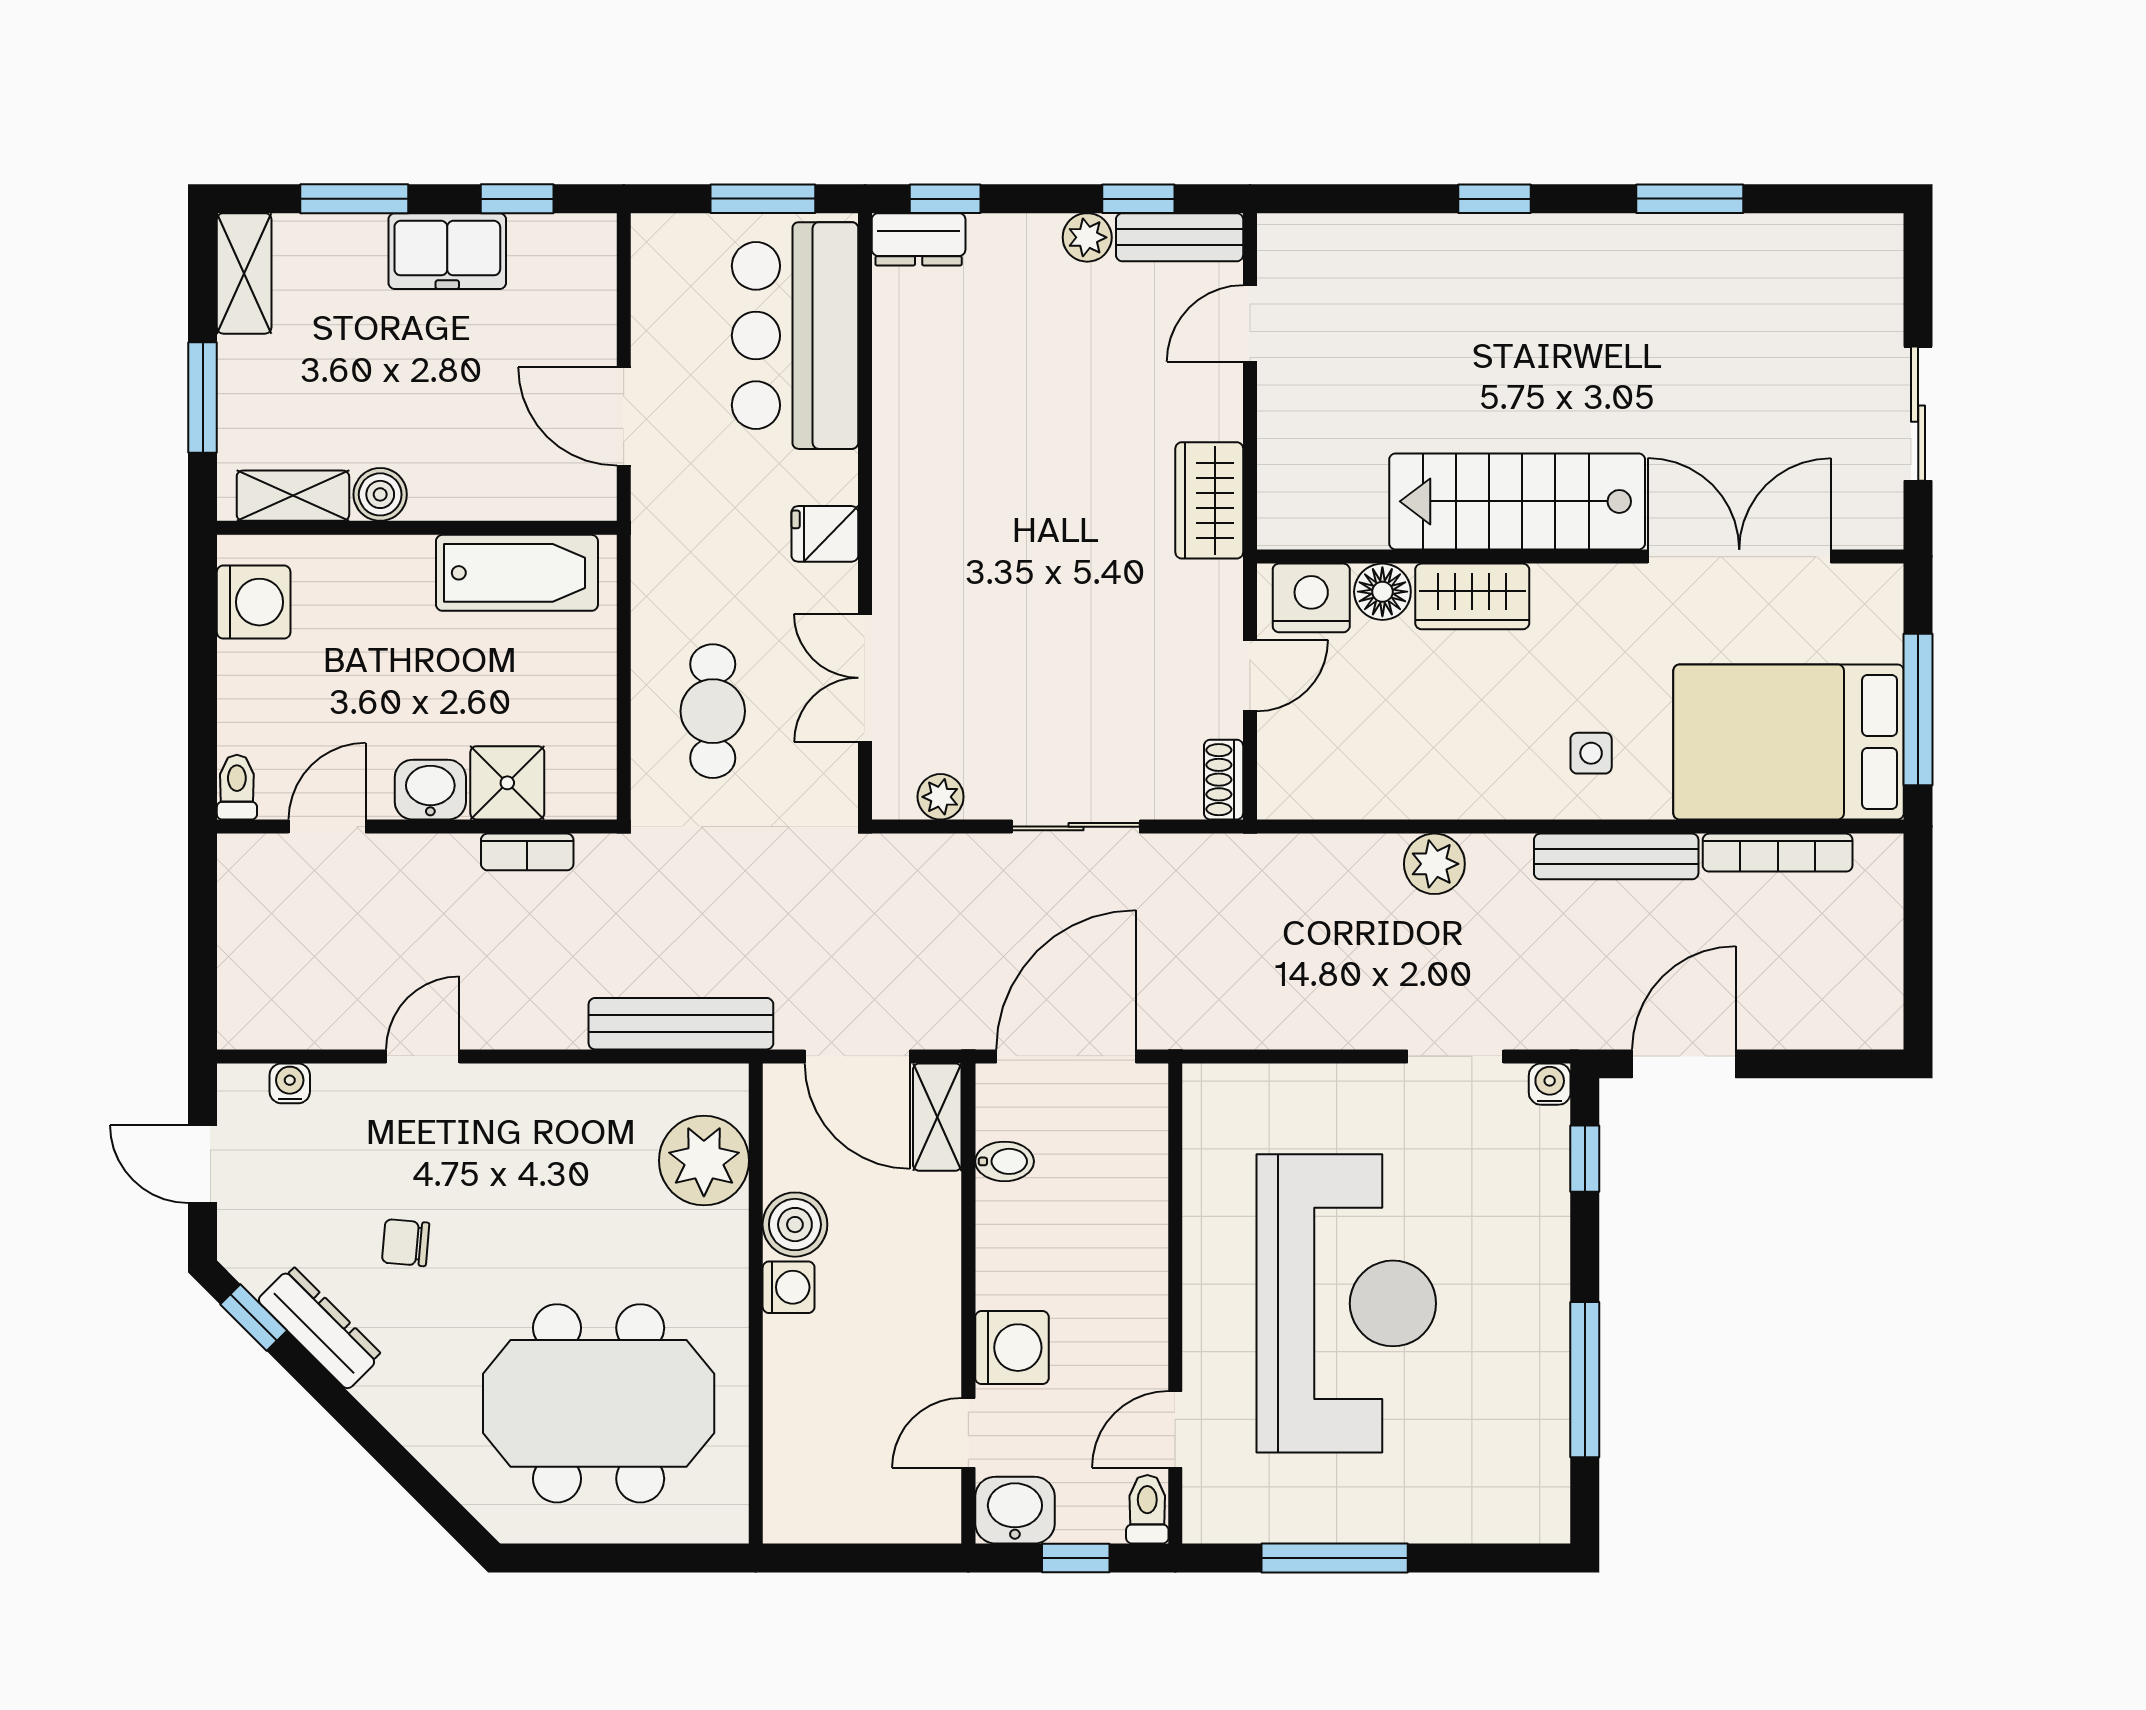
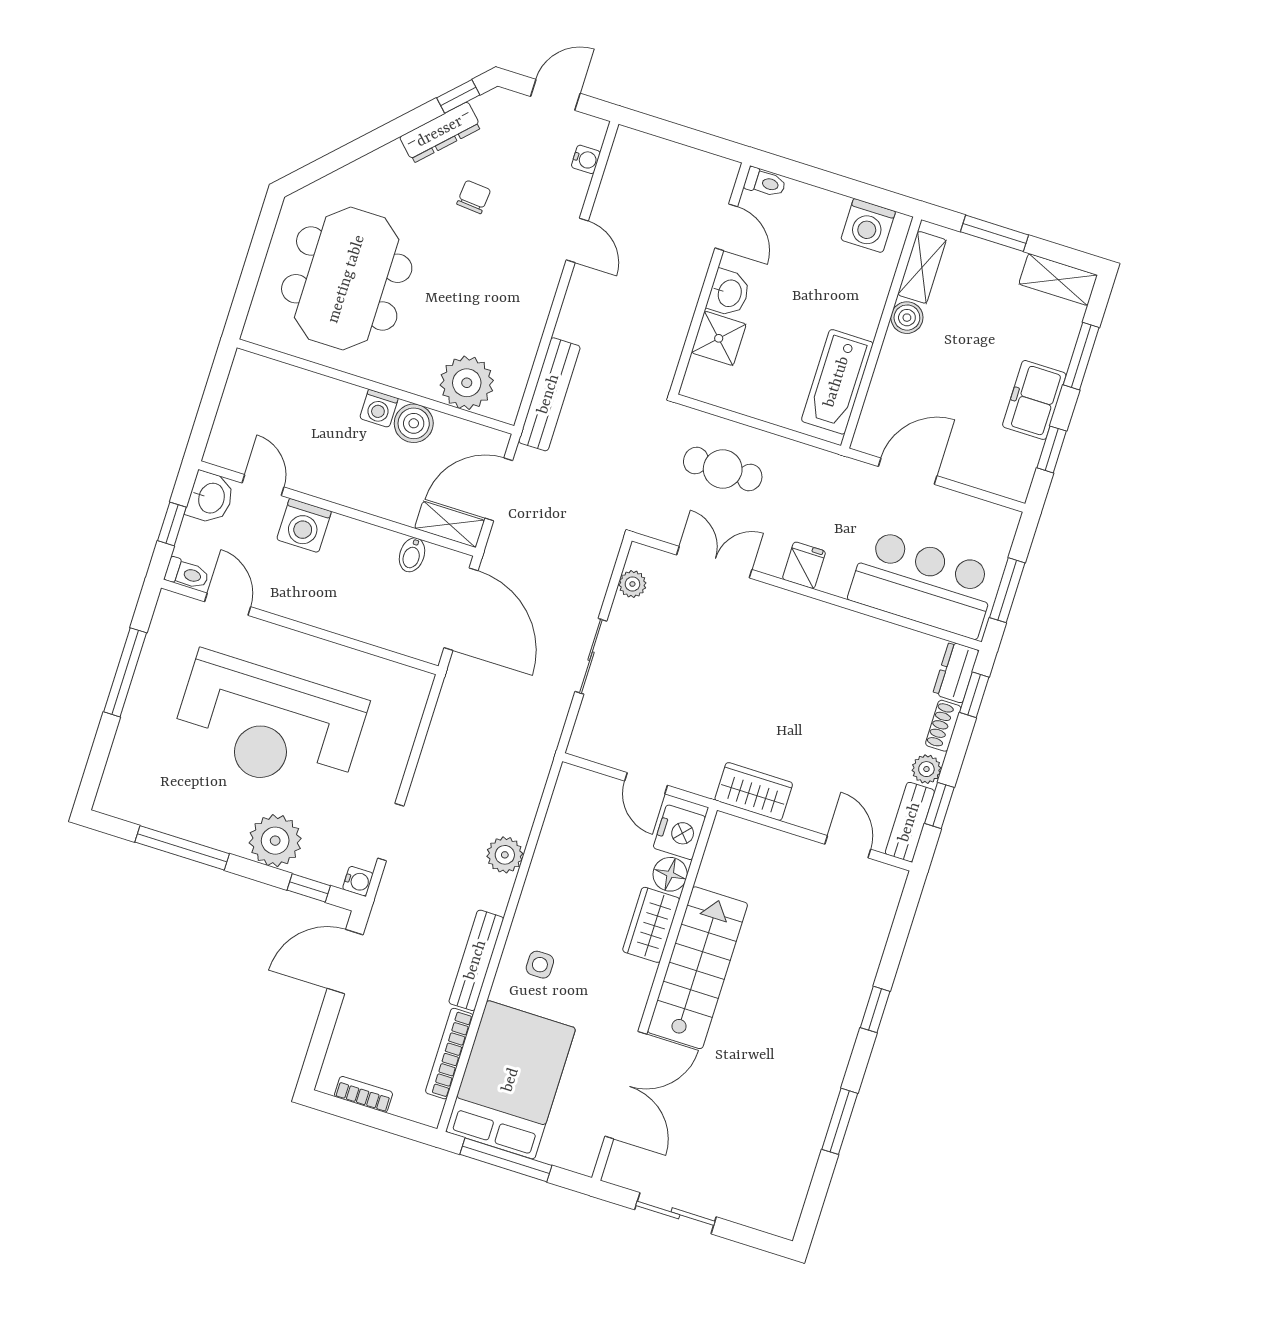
shoe rack: (1224, 780) -> (943, 726), moved, turned -90
bookcase: (527, 852) -> (363, 1094), moved, turned 90
door: (1684, 1064) -> (345, 962), swing flipped
plant: (1527, 1236) -> (275, 841), added

